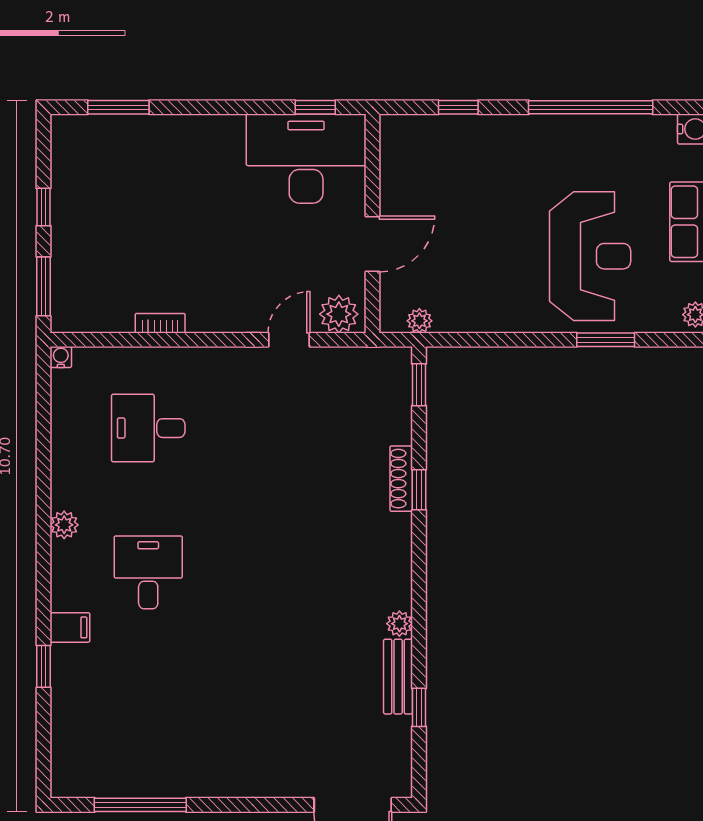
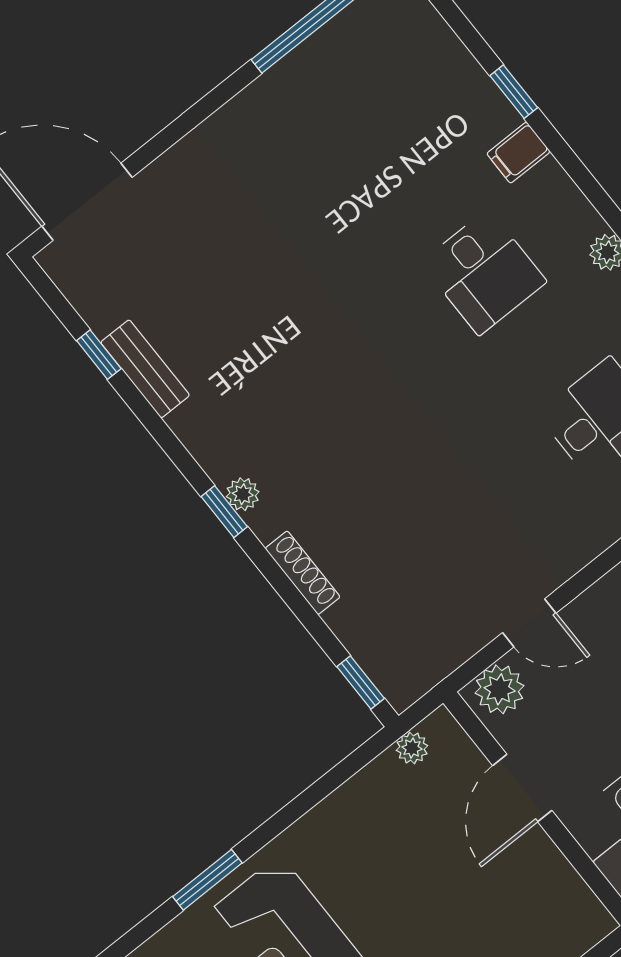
door: (289, 340) -> (529, 623), hinge flipped
window: (419, 490) -> (224, 512), moved
plant: (399, 624) -> (243, 494), moved

